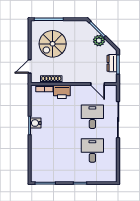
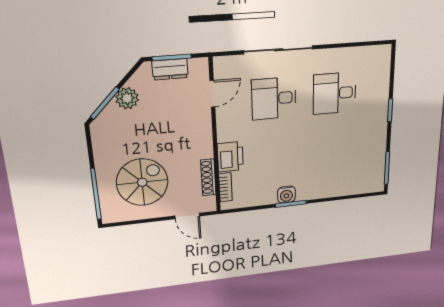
spiral stairs: (53, 44) -> (142, 182), turned -90

